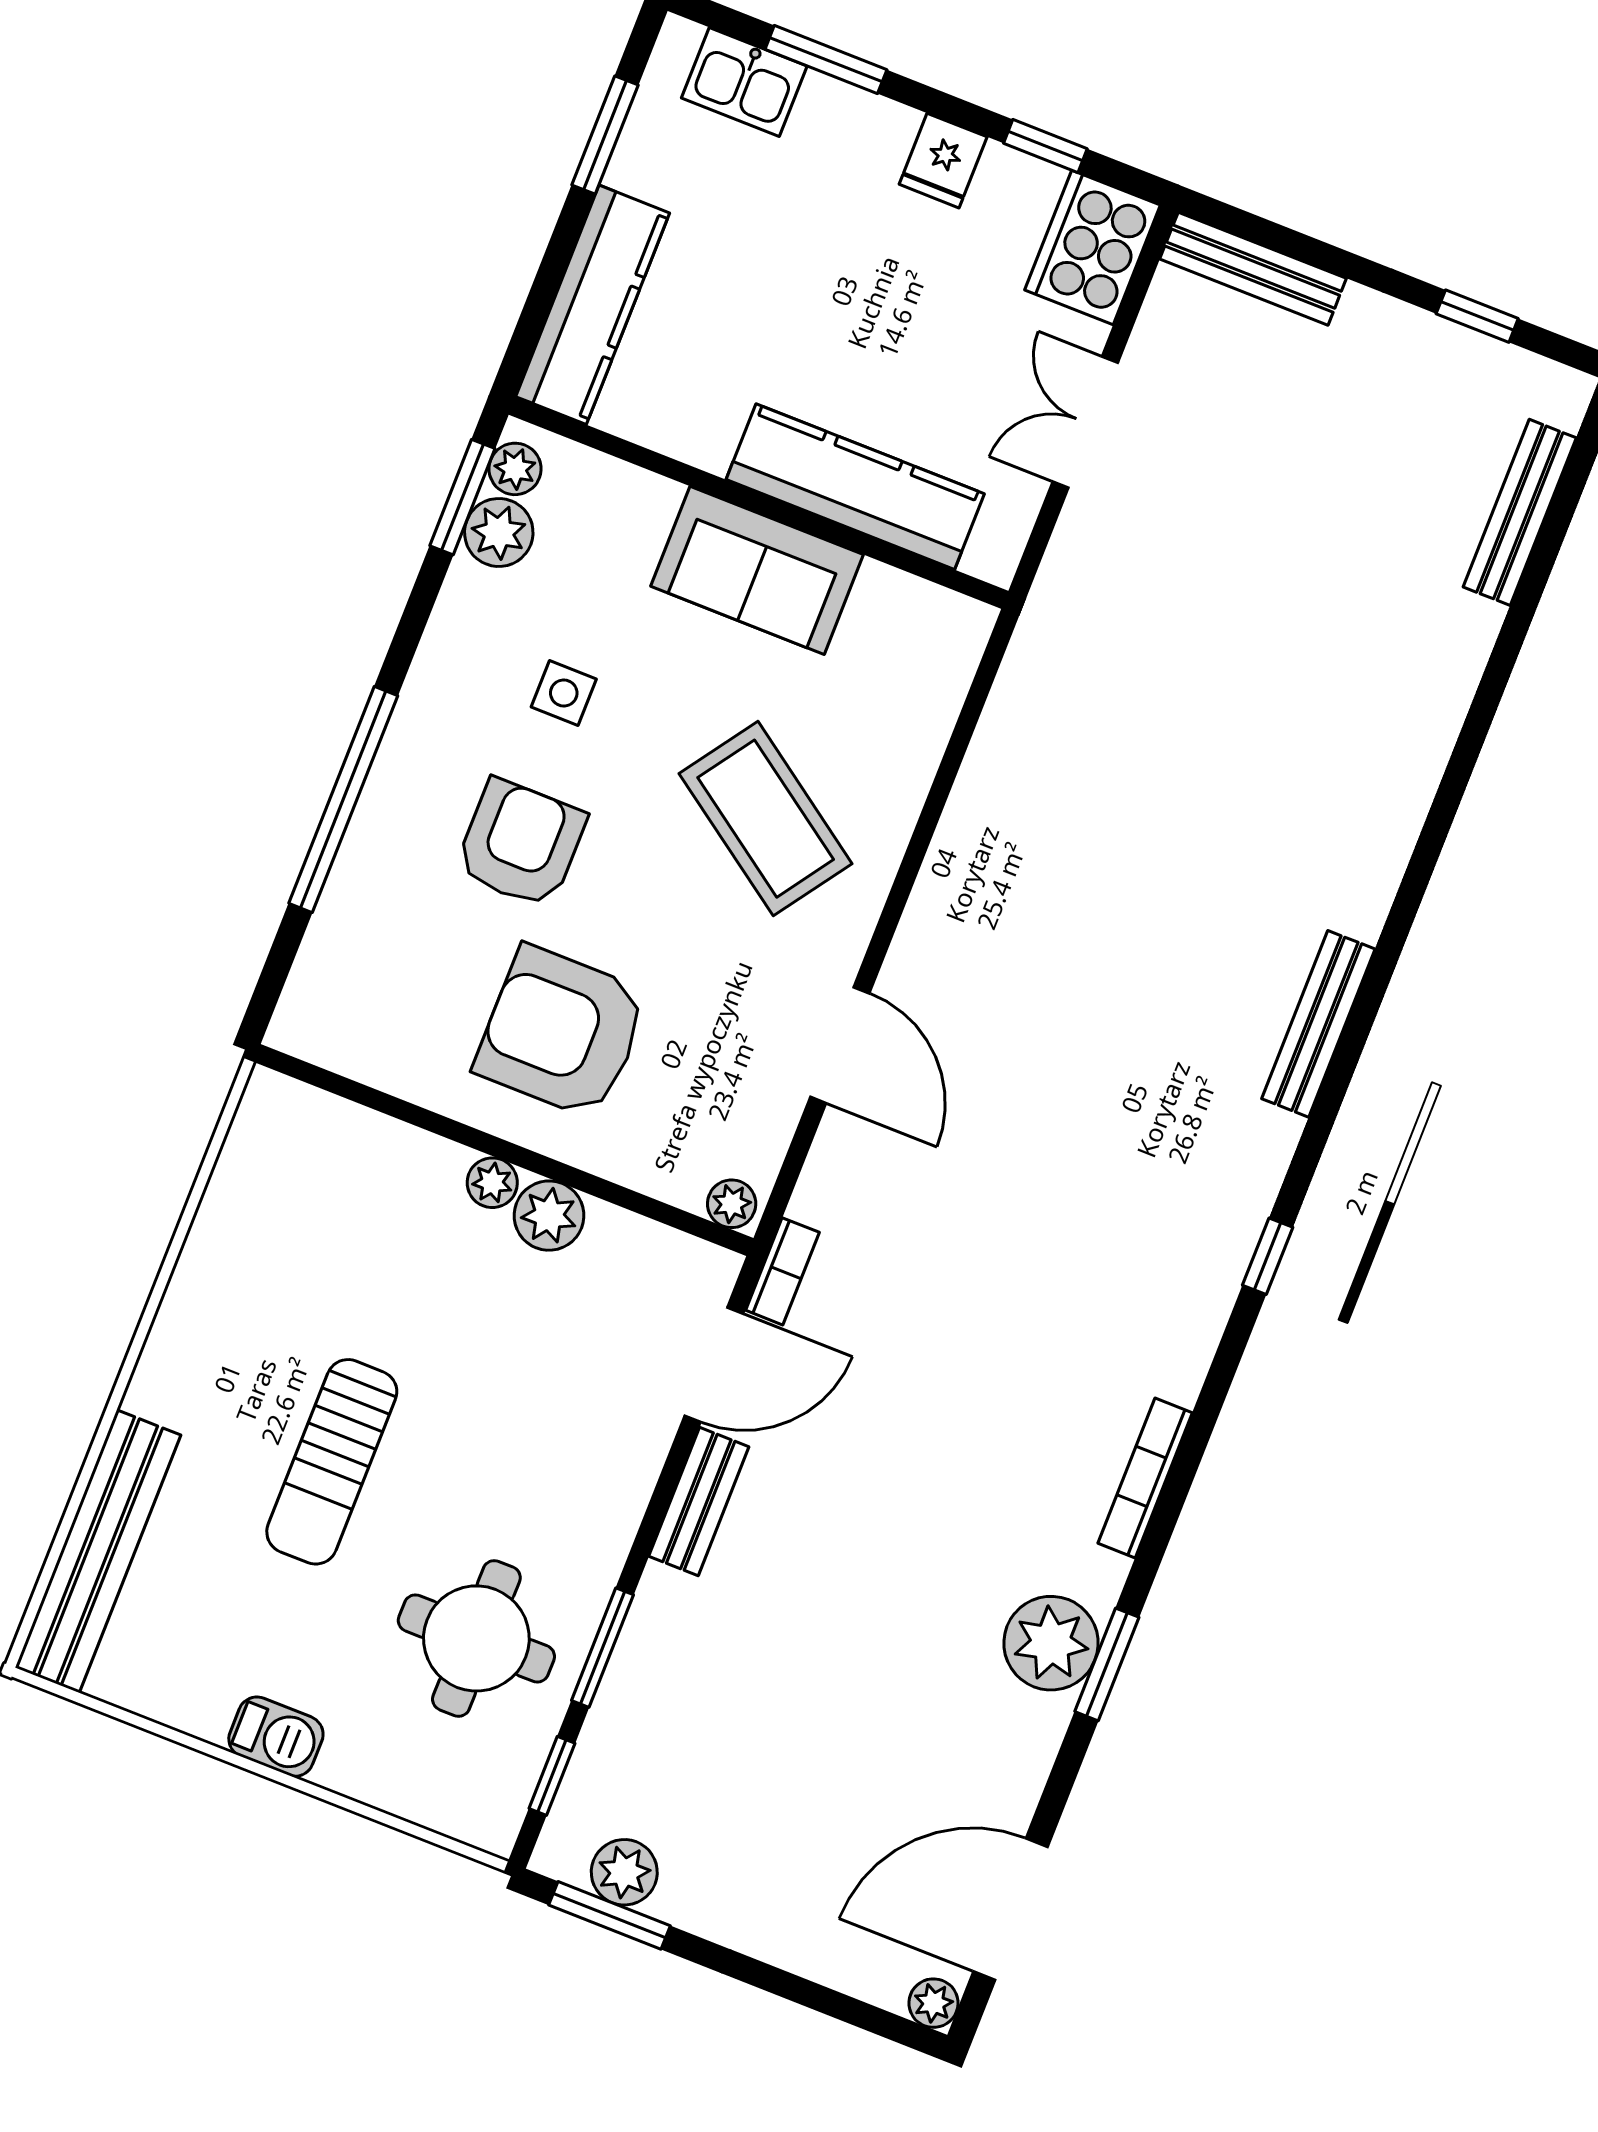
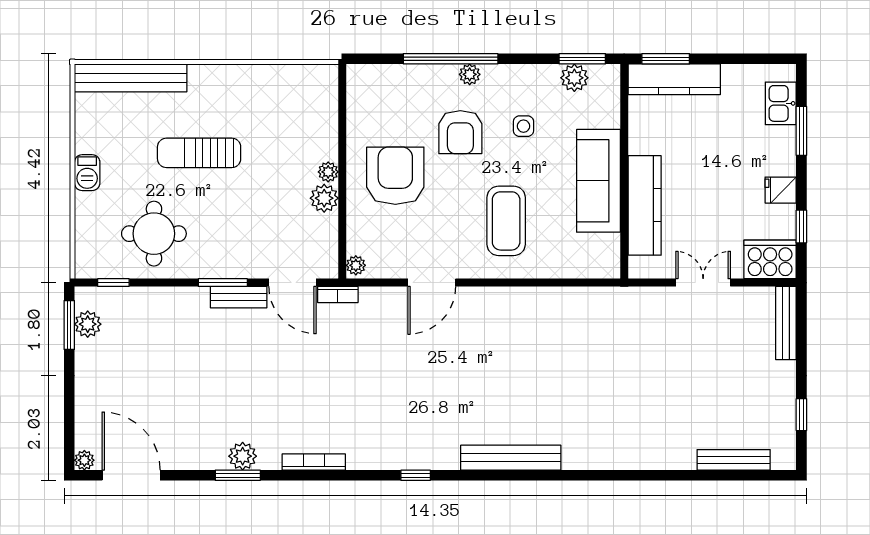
window: (605, 135) -> (666, 59), moved
plant: (515, 469) -> (470, 74), moved
sofa: (757, 570) -> (598, 181), width x1.36
coffee table: (766, 819) -> (506, 221), turned -35
armchair: (521, 843) -> (460, 132), turned 90
bench: (1318, 1024) -> (511, 458), width x1.37, depth x1.21
plant: (1051, 1643) -> (243, 456), width x0.73, depth x0.73
window: (602, 1648) -> (223, 283), moved

